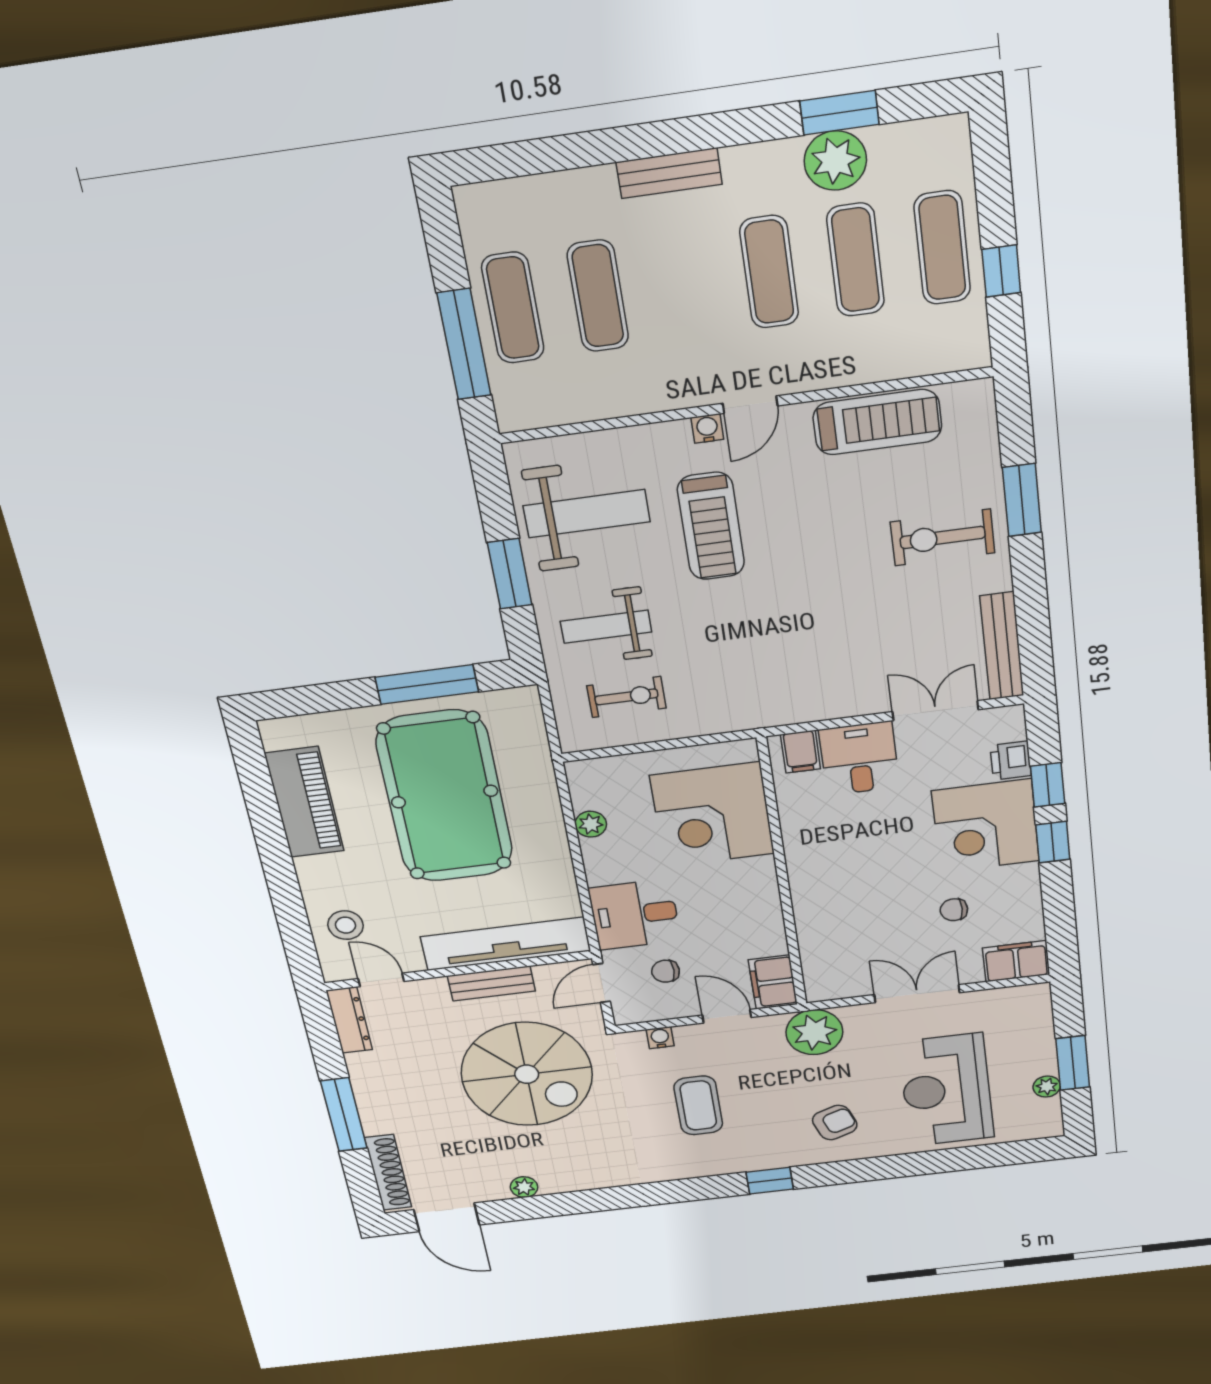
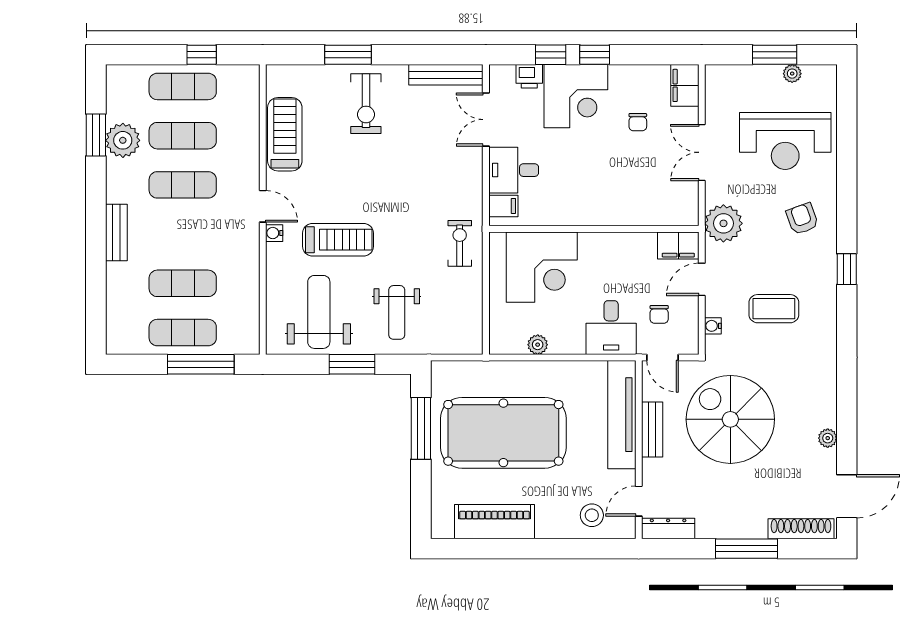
exercise bike: (626, 697) -> (460, 243), moved
spiral stairs: (527, 1074) -> (730, 419), turned -90

